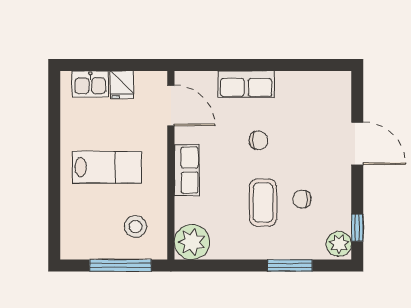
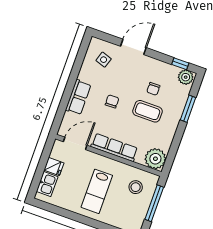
side table: (320, 103) -> (104, 60), added
lab bench: (107, 167) -> (97, 191), turned 180
row of seats: (187, 170) -> (114, 147), width x1.48

